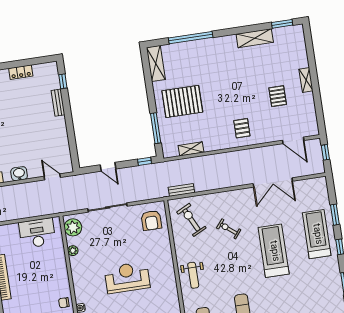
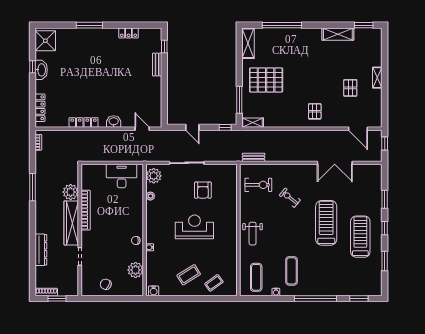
shelving: (191, 149) -> (253, 123), moved
armchair: (151, 220) -> (203, 190), moved
exercise bike: (191, 220) -> (258, 185), turned 116
treadmill: (317, 234) -> (360, 237), moved

